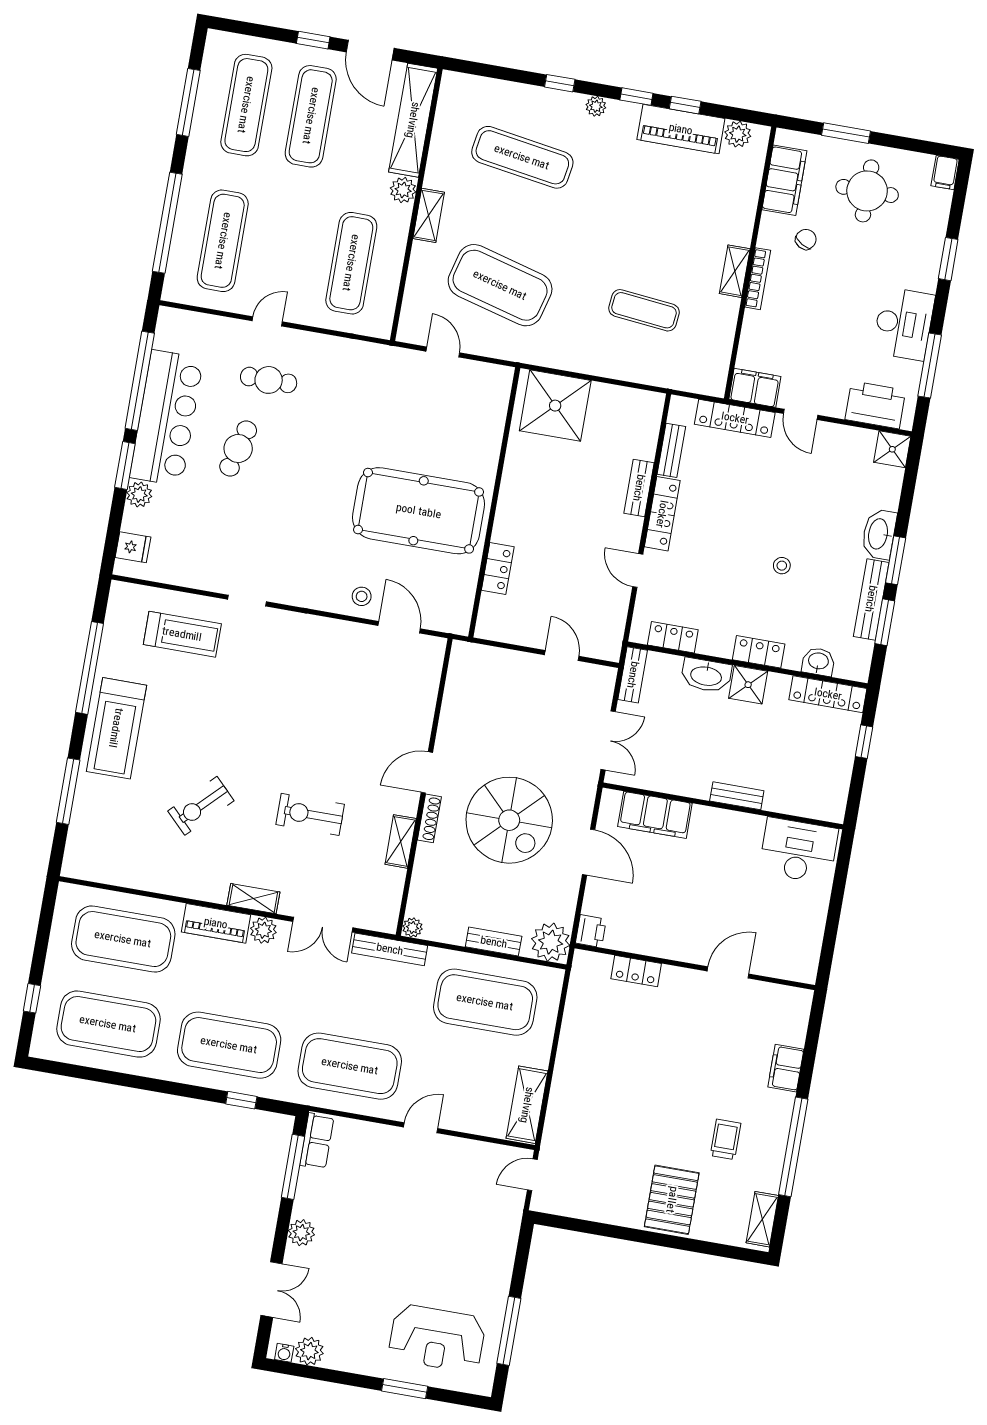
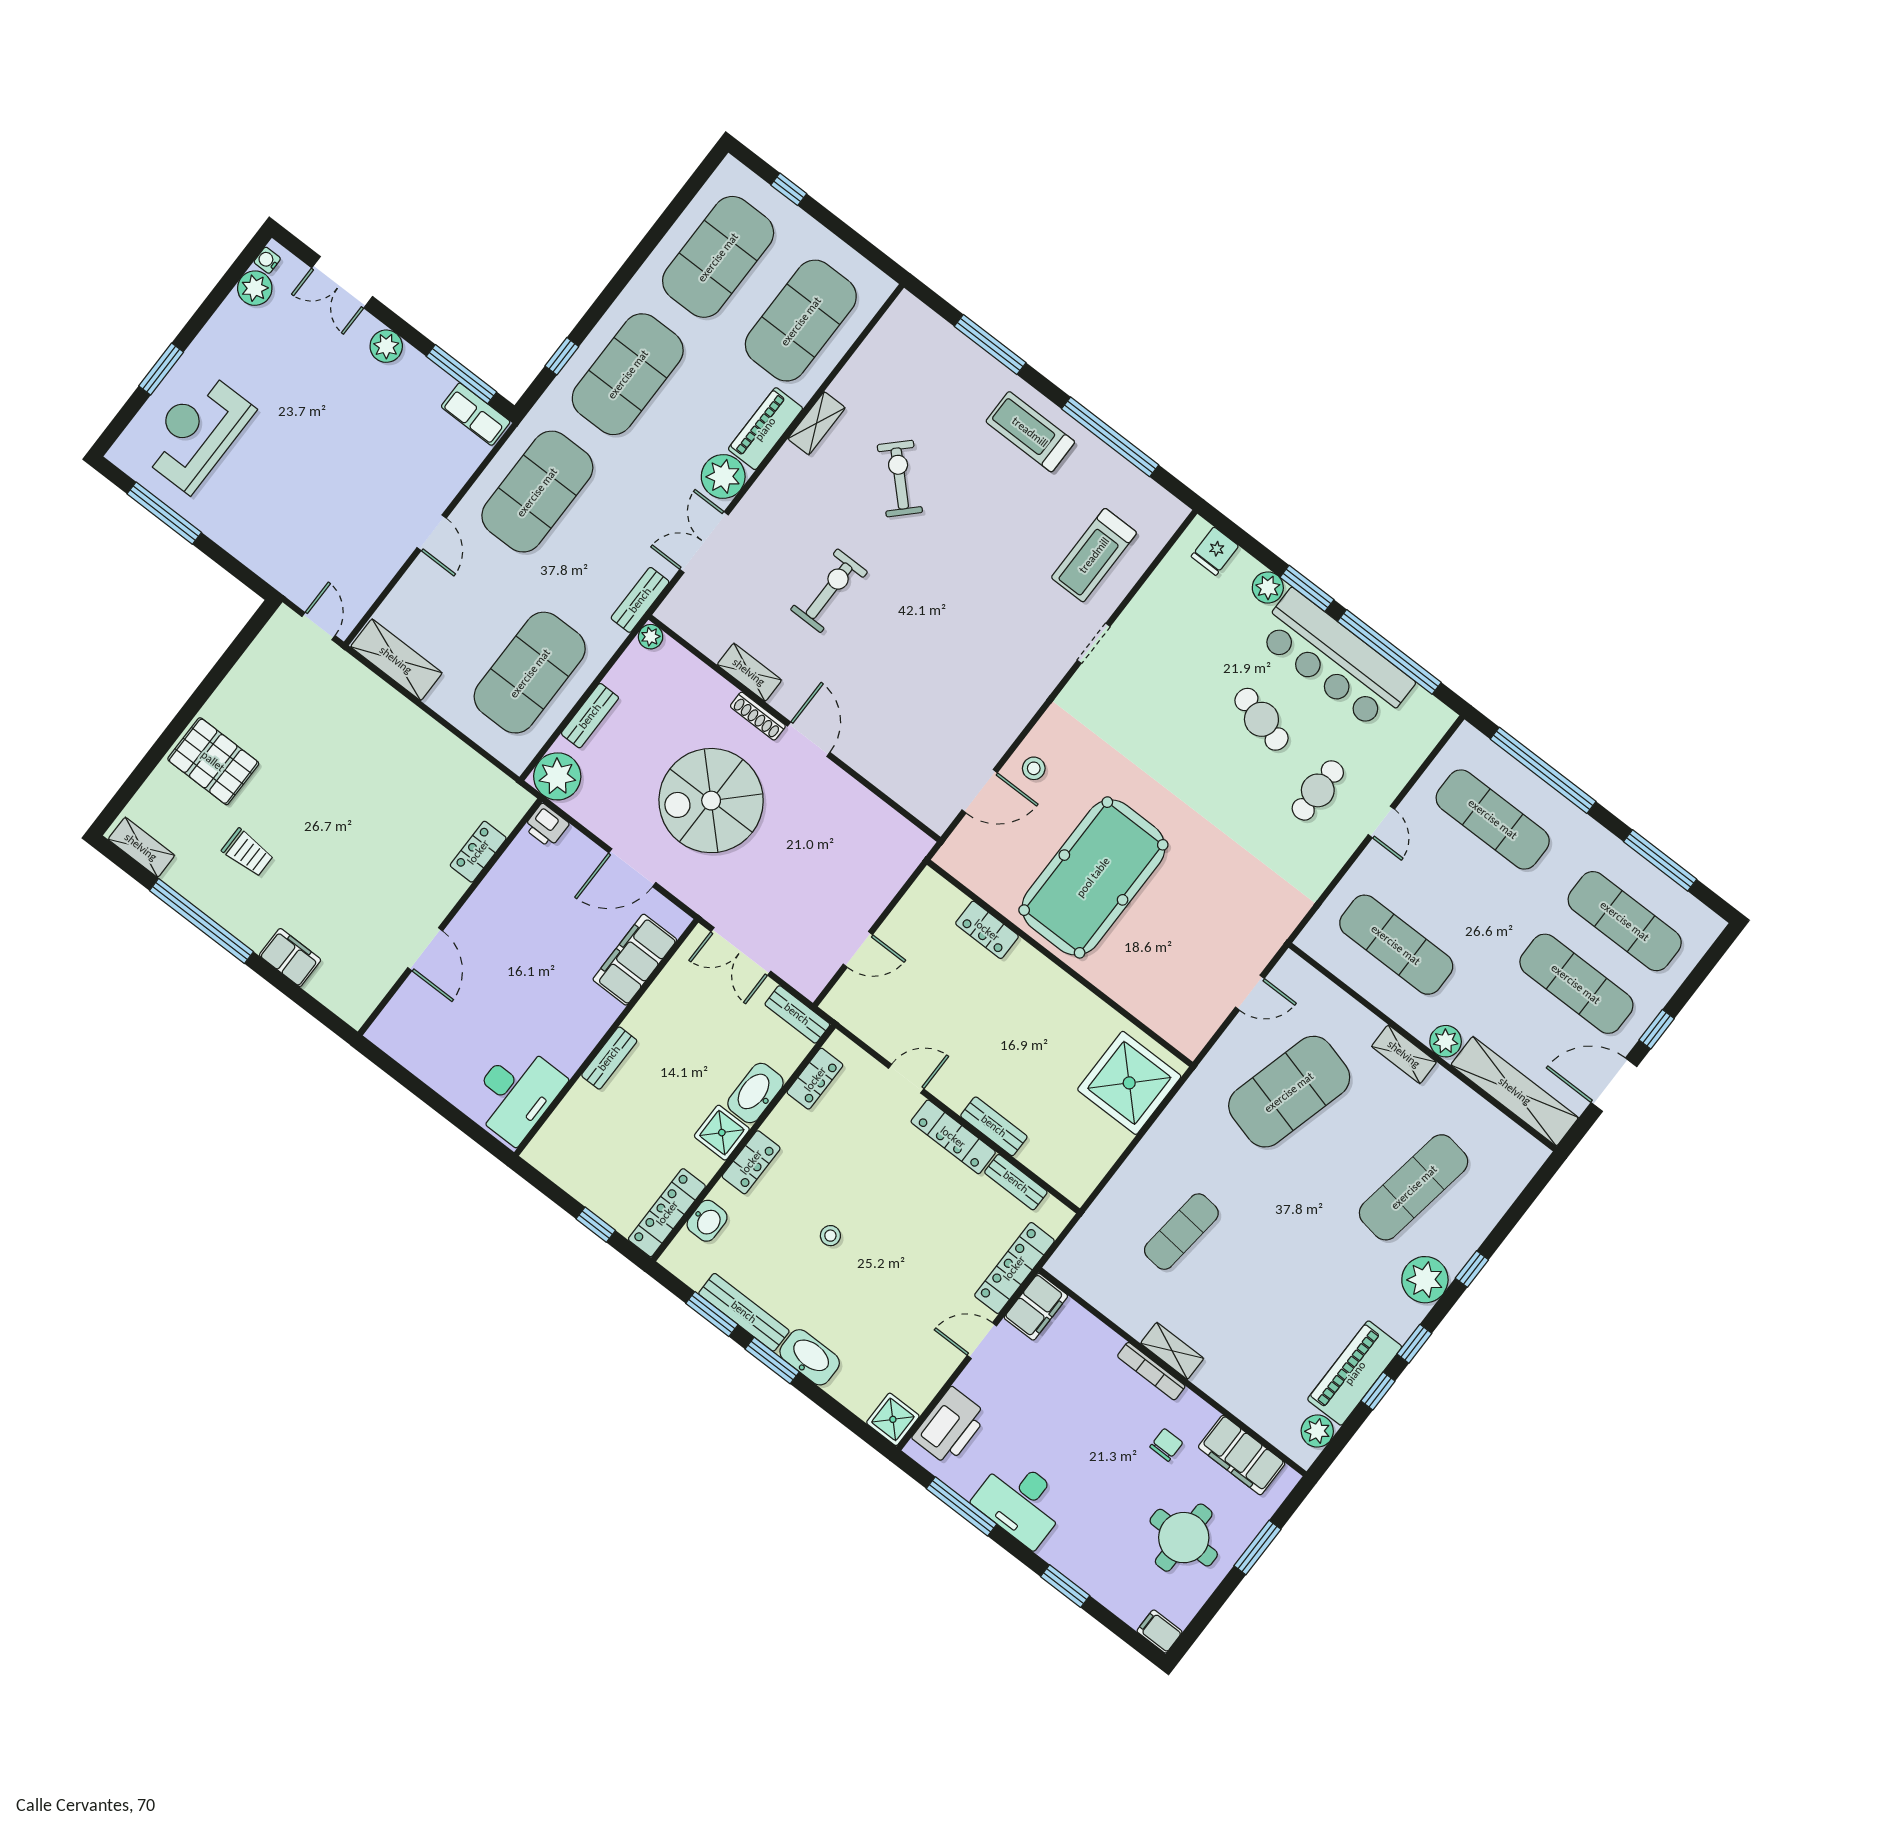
plant: (596, 106) -> (1425, 1280), width x1.87, depth x1.87
chair: (806, 239) -> (1166, 1445), turned -120
treadmill: (116, 728) -> (1030, 432), width x0.73, depth x0.73
shelving: (253, 899) -> (817, 423), moved
plant: (263, 930) -> (723, 476), width x1.36, depth x1.36
bench: (390, 949) -> (640, 600), width x0.73

